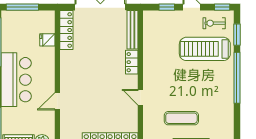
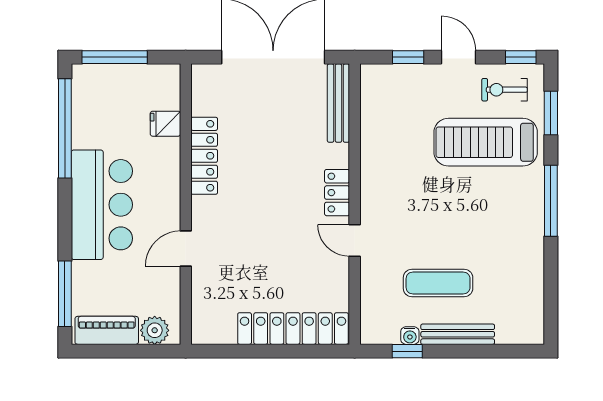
locker: (66, 30) -> (204, 156), moved
locker: (132, 62) -> (337, 193), moved
window: (237, 78) -> (551, 201), width x0.68

